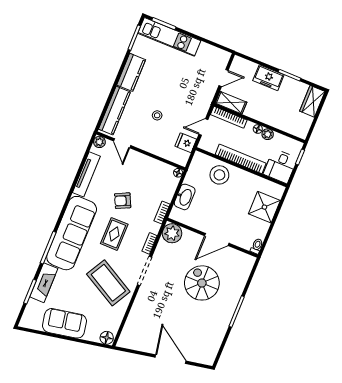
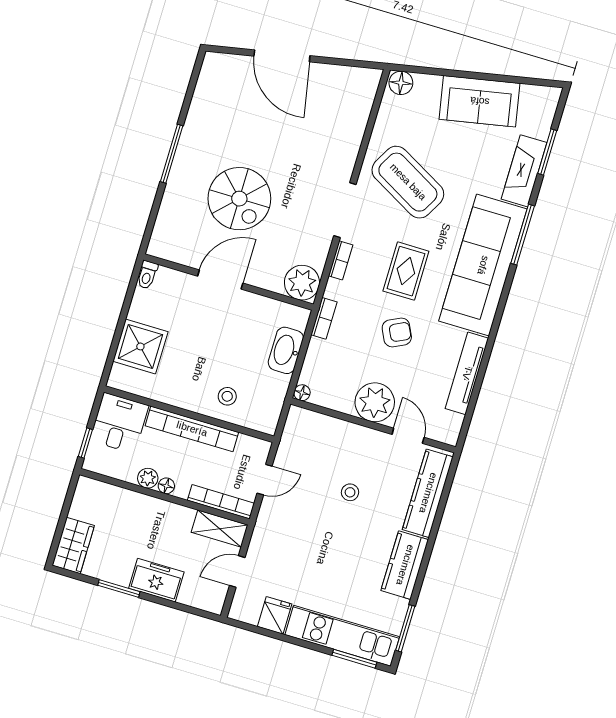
plant: (99, 142) -> (375, 402), moved, width x1.88, depth x1.88
fridge: (186, 143) -> (275, 615), moved, turned -90
stool: (219, 175) -> (227, 396), width x0.53, depth x0.53

